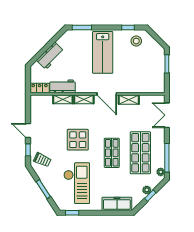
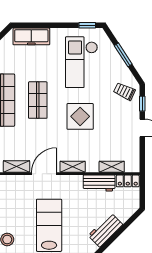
workbench: (50, 56) -> (105, 230), moved
door: (107, 94) -> (44, 174), hinge flipped
shelving: (63, 99) -> (112, 167), moved

